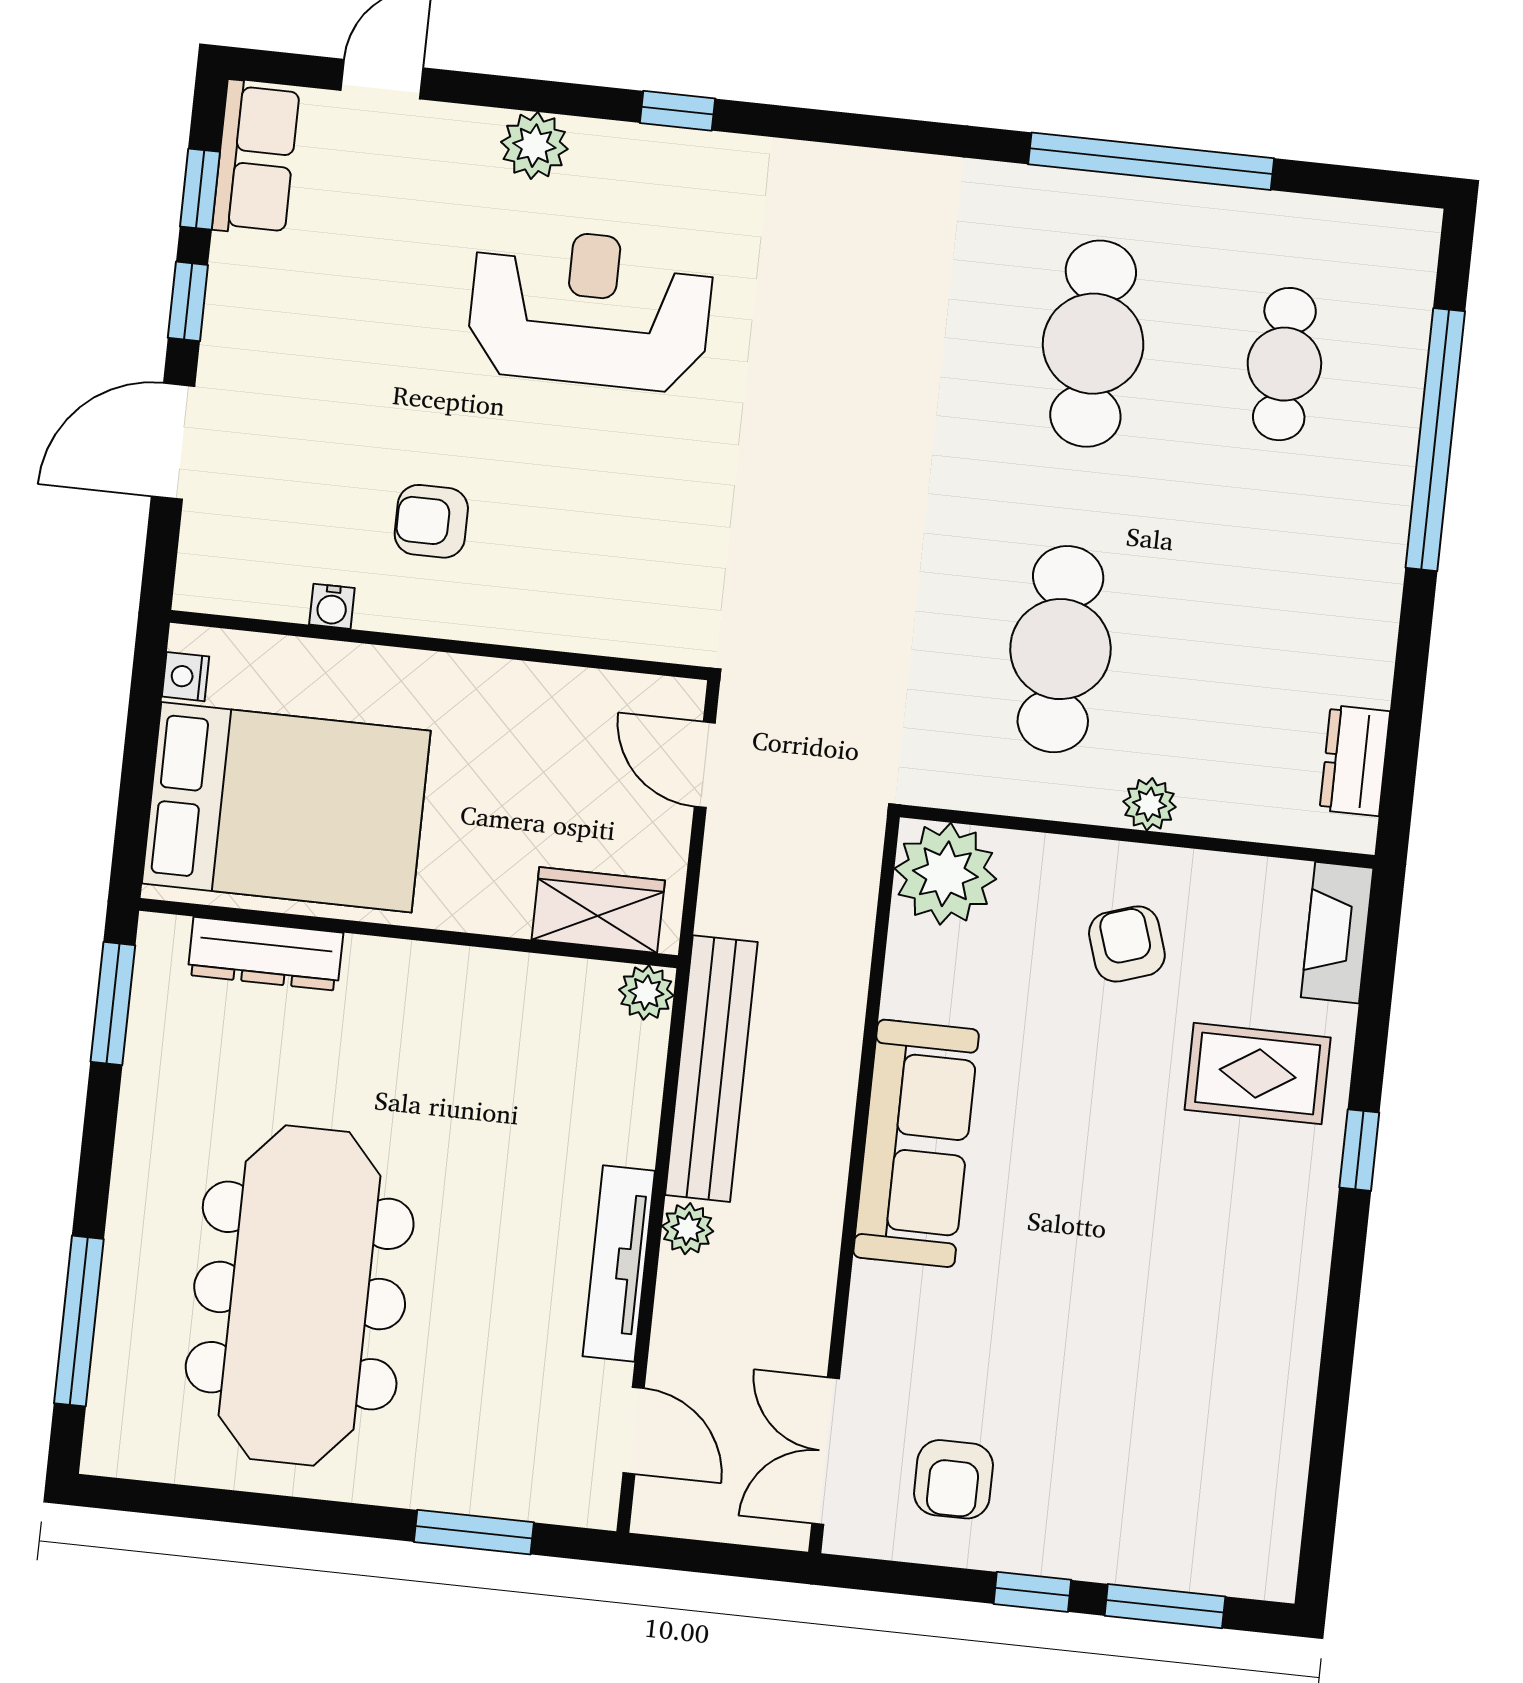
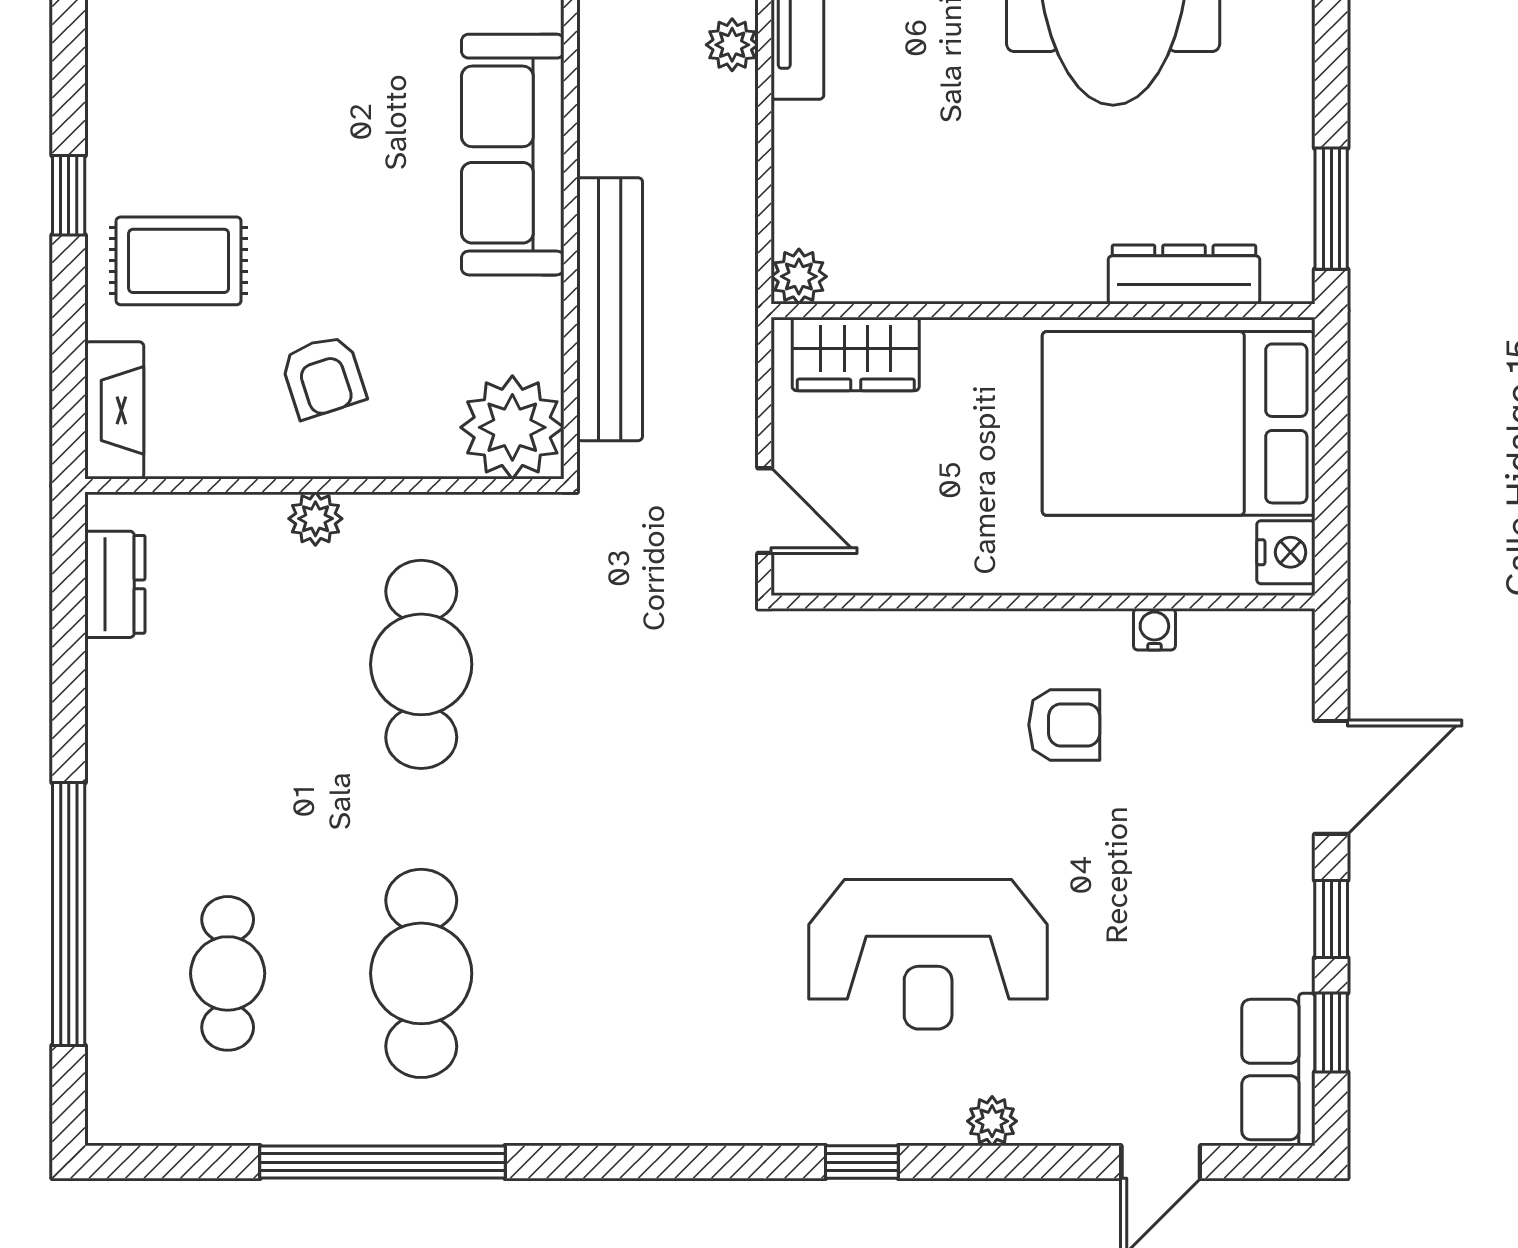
plant: (534, 146) -> (992, 1121), width x0.73, depth x0.73
nightstand: (185, 677) -> (1286, 552), width x1.39, depth x1.35
bench: (711, 1069) -> (610, 309), moved

